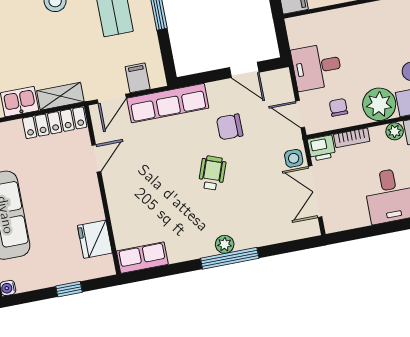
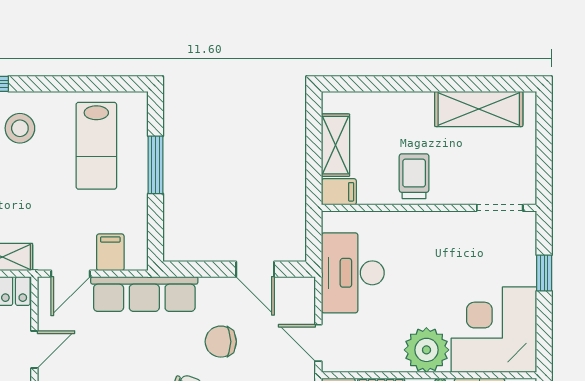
desk: (317, 67) -> (353, 273), width x1.37
chair: (338, 107) -> (371, 344), removed

